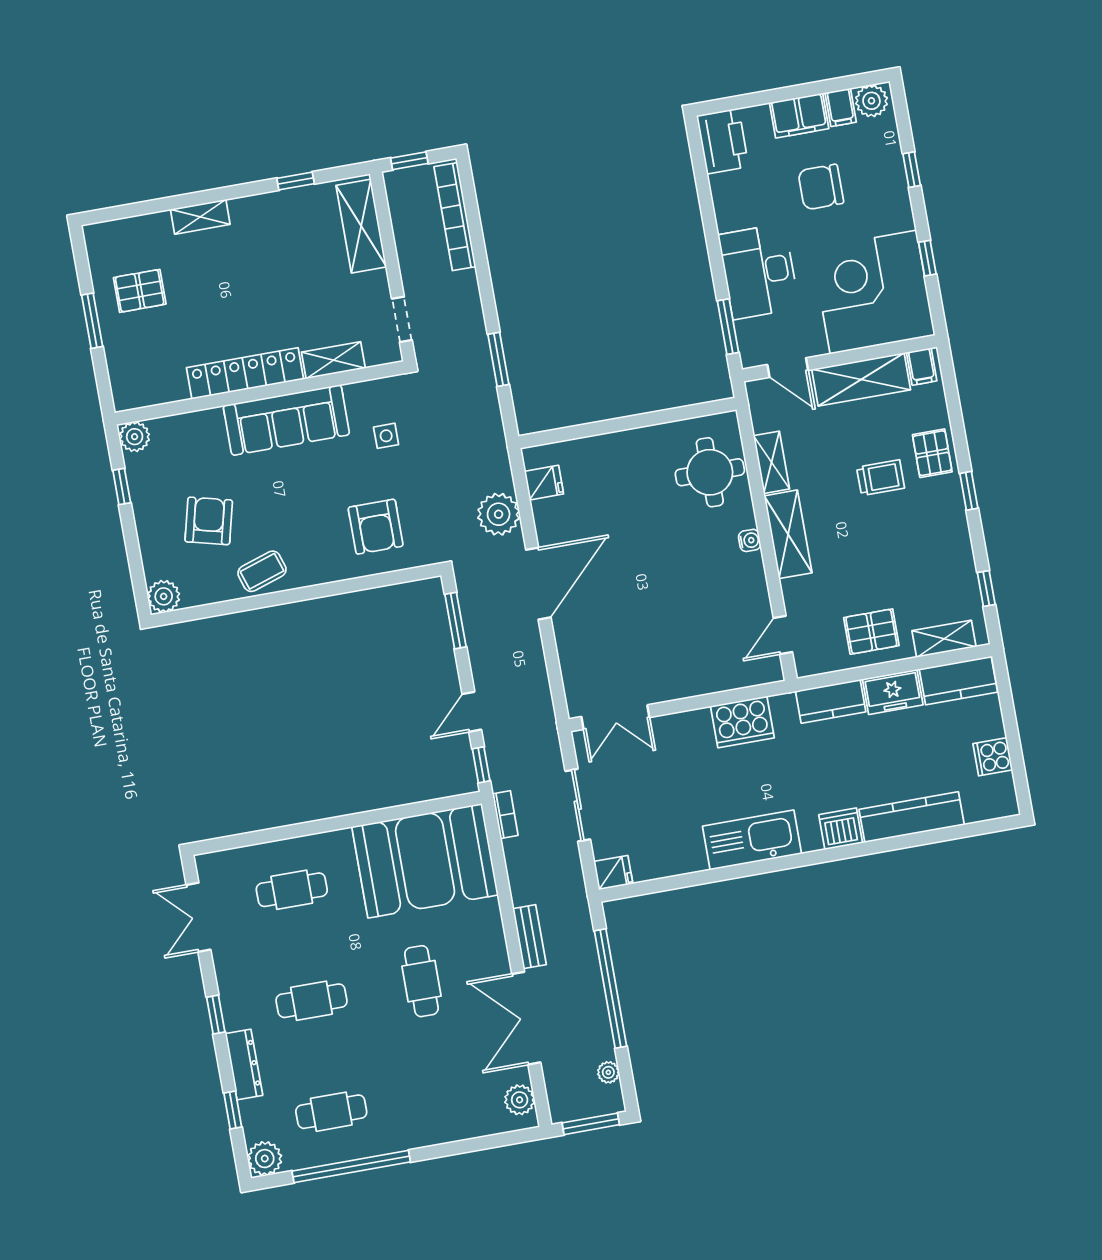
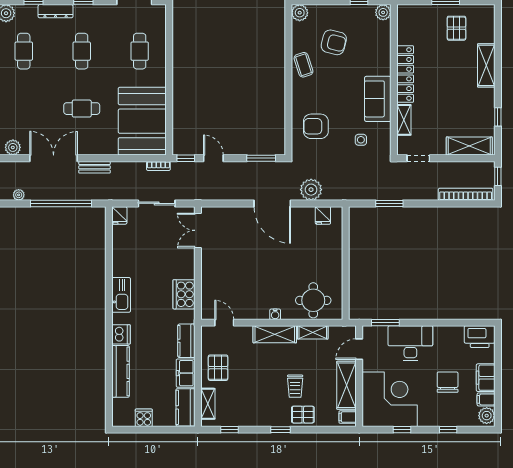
shelving: (200, 217) -> (486, 65), width x1.50, depth x1.33
sofa: (286, 420) -> (378, 99), width x0.73
kitchen sink: (752, 840) -> (121, 295), width x0.73, depth x0.81

